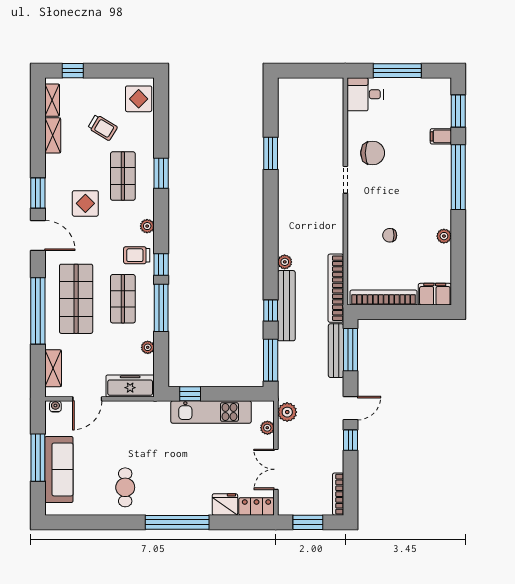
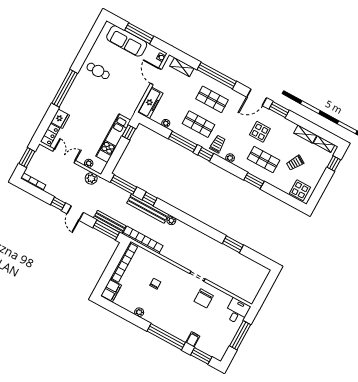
shop shelf: (76, 299) -> (212, 99), width x0.70, depth x0.74

